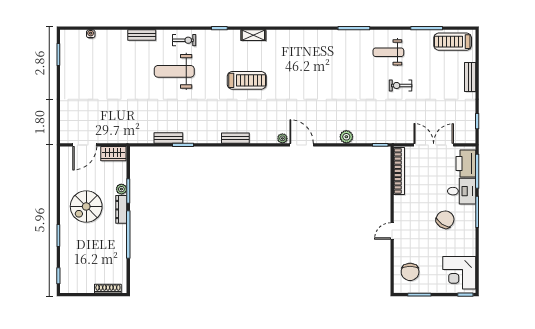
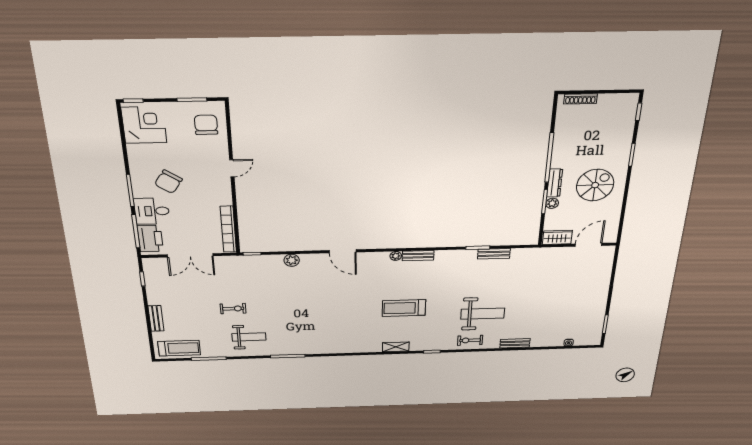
plant: (282, 138) -> (396, 256), moved

